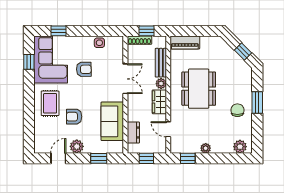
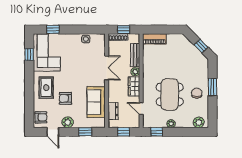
armchair: (84, 69) -> (41, 117), moved
dining table: (199, 89) -> (170, 94), moved
door: (58, 158) -> (53, 132), swing flipped

